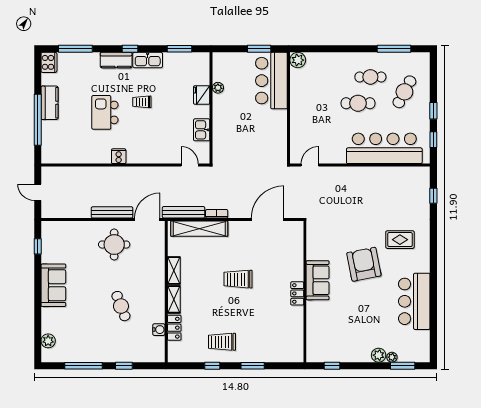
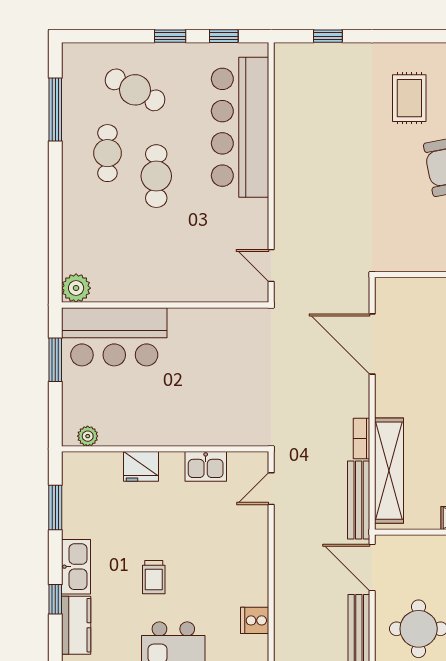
plant: (218, 88) -> (88, 436), moved

